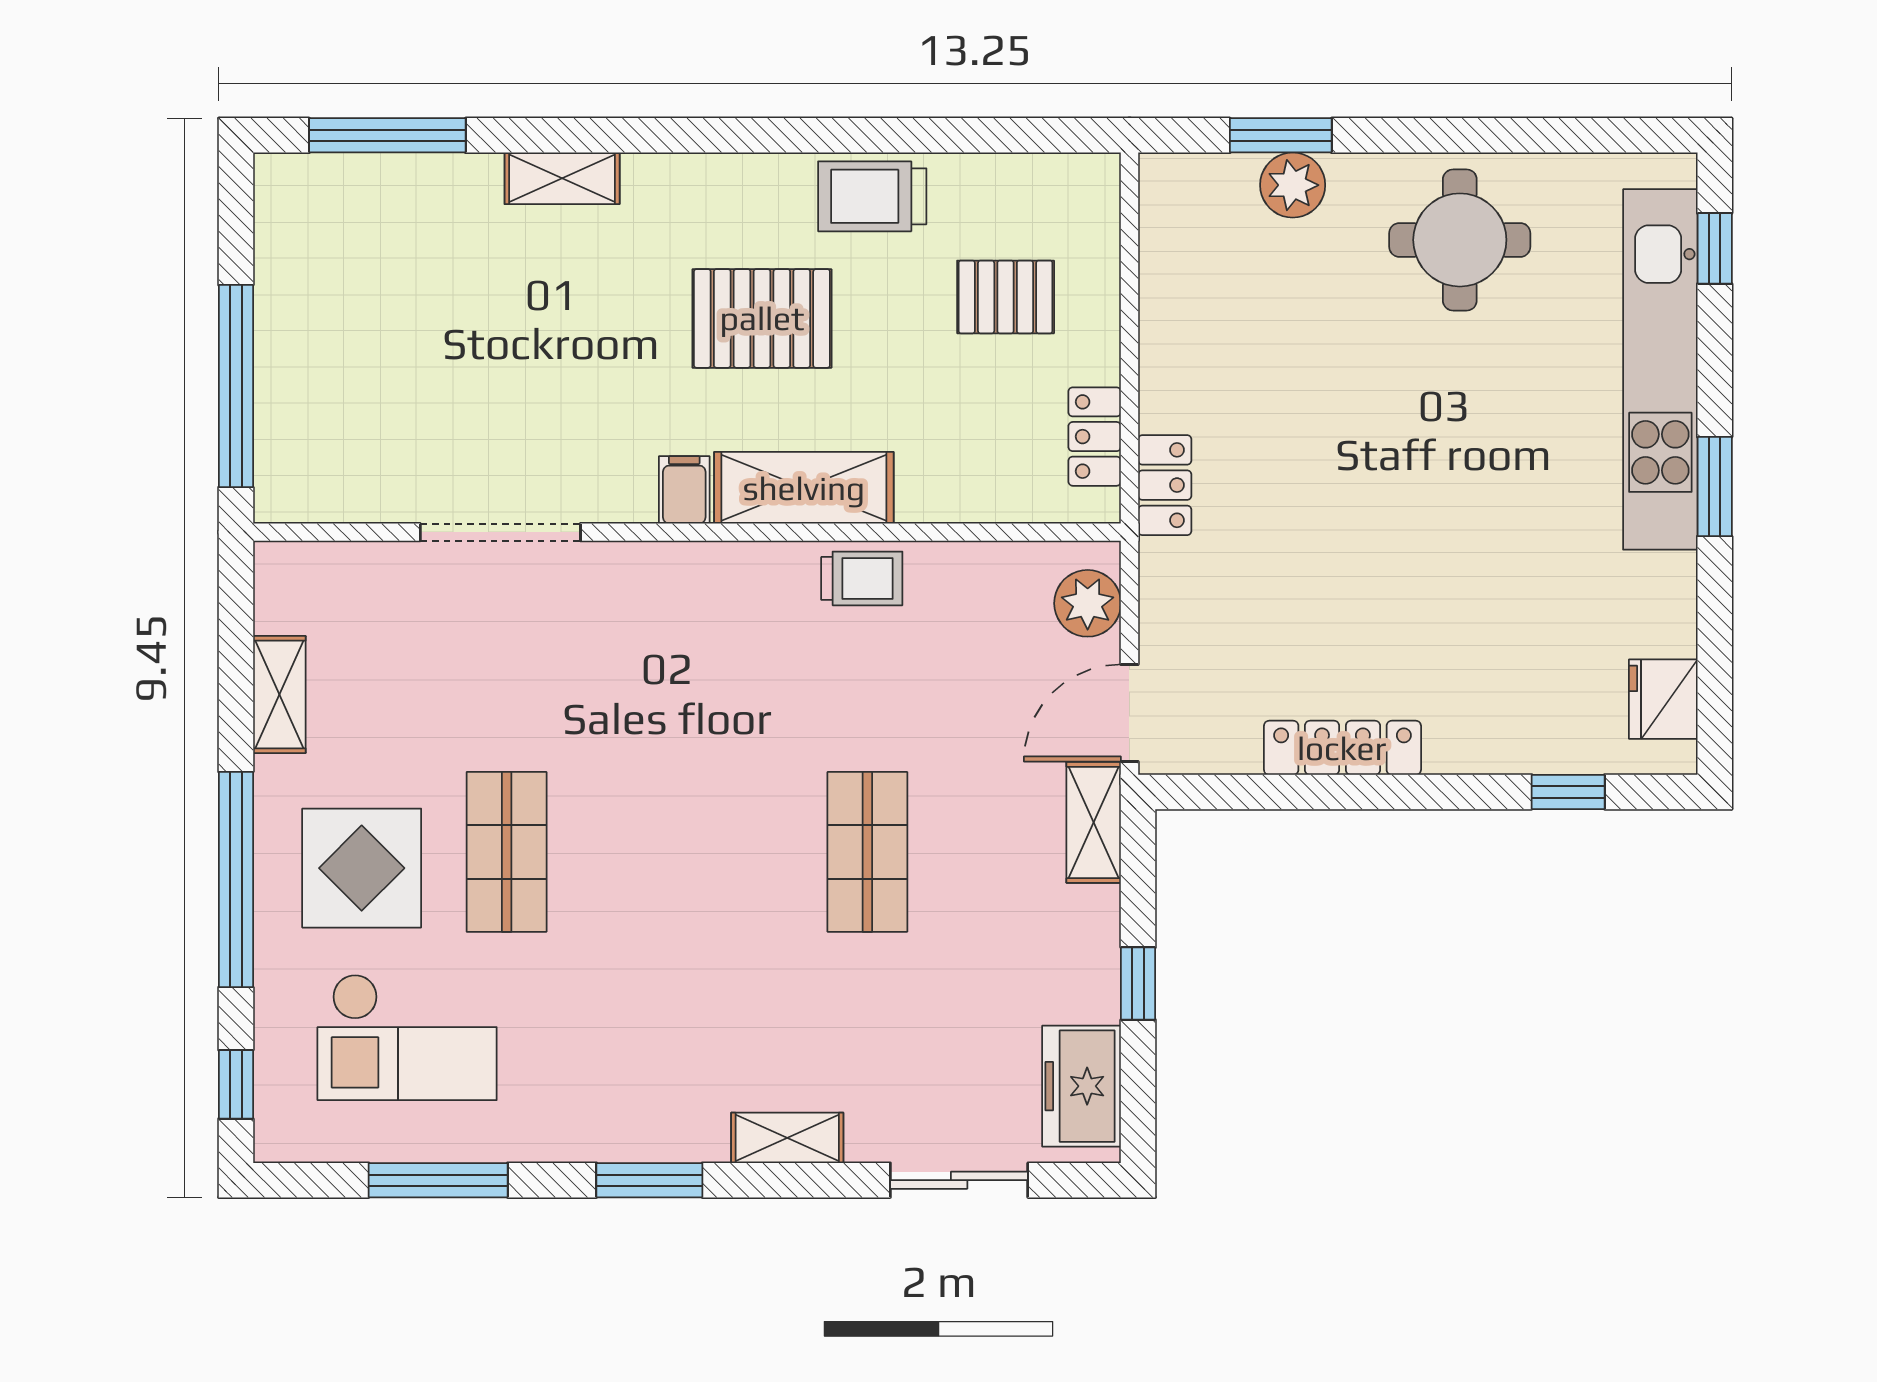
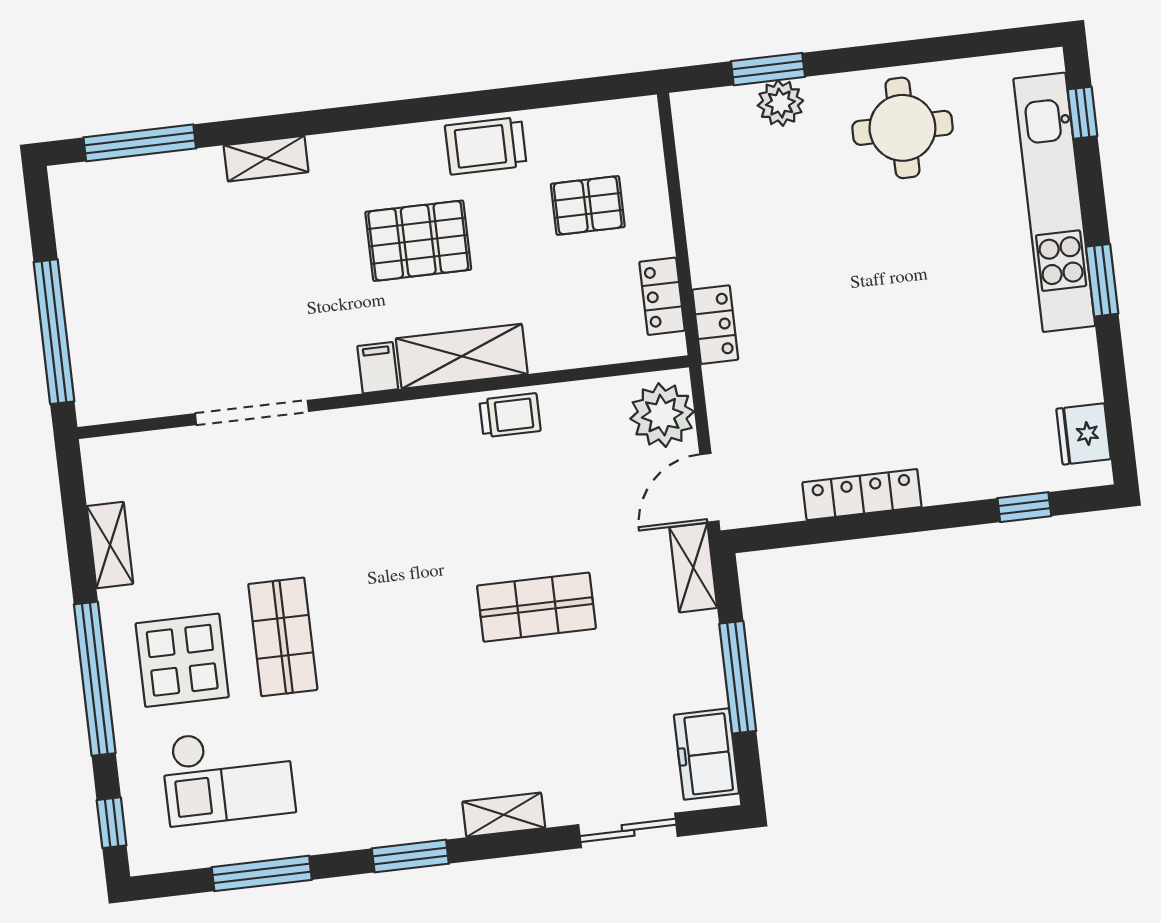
plant: (1088, 603) -> (662, 415), width x1.36, depth x1.36
shop shelf: (867, 852) -> (536, 607), turned 90
window: (1138, 984) -> (738, 677), width x2.17

